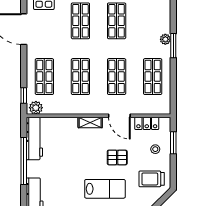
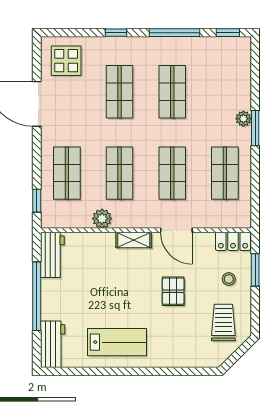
plant: (36, 108) -> (102, 219), moved
locker: (147, 123) -> (233, 241), moved
workbench: (34, 138) -> (52, 255), width x0.73
pallet: (117, 157) -> (173, 291), turned 90
trolley: (152, 179) -> (223, 322), turned 90
lab bench: (105, 189) -> (117, 342), moved

